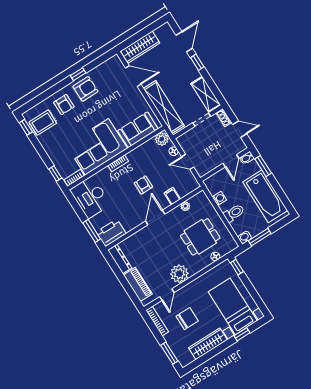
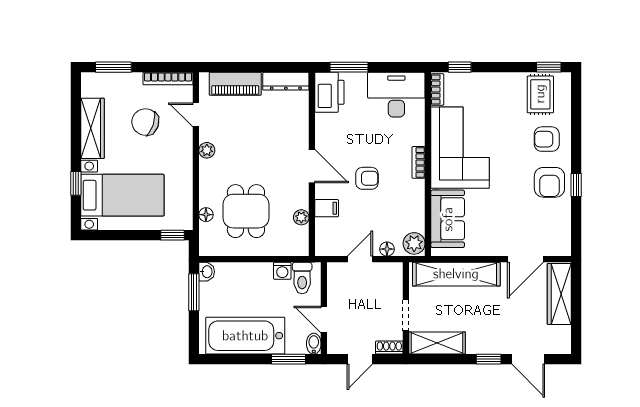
toilet: (234, 213) -> (302, 278), moved
plant: (179, 274) -> (207, 150), width x0.53, depth x0.53
chair: (187, 319) -> (145, 122), turned 109

